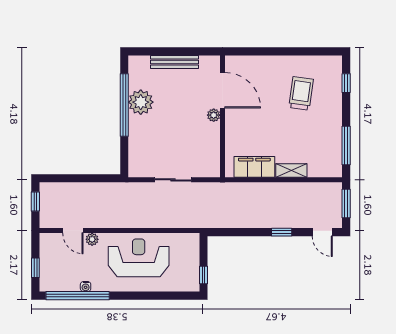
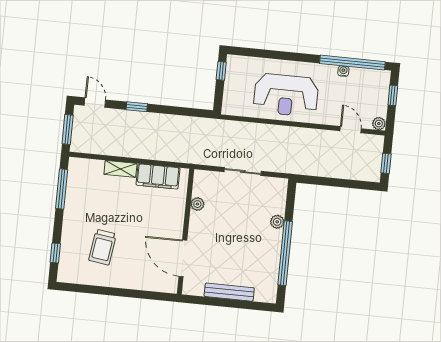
plant: (141, 102) -> (277, 222), moved, width x0.53, depth x0.53
plant: (214, 115) -> (197, 204), moved
plant: (92, 239) -> (379, 124), moved

